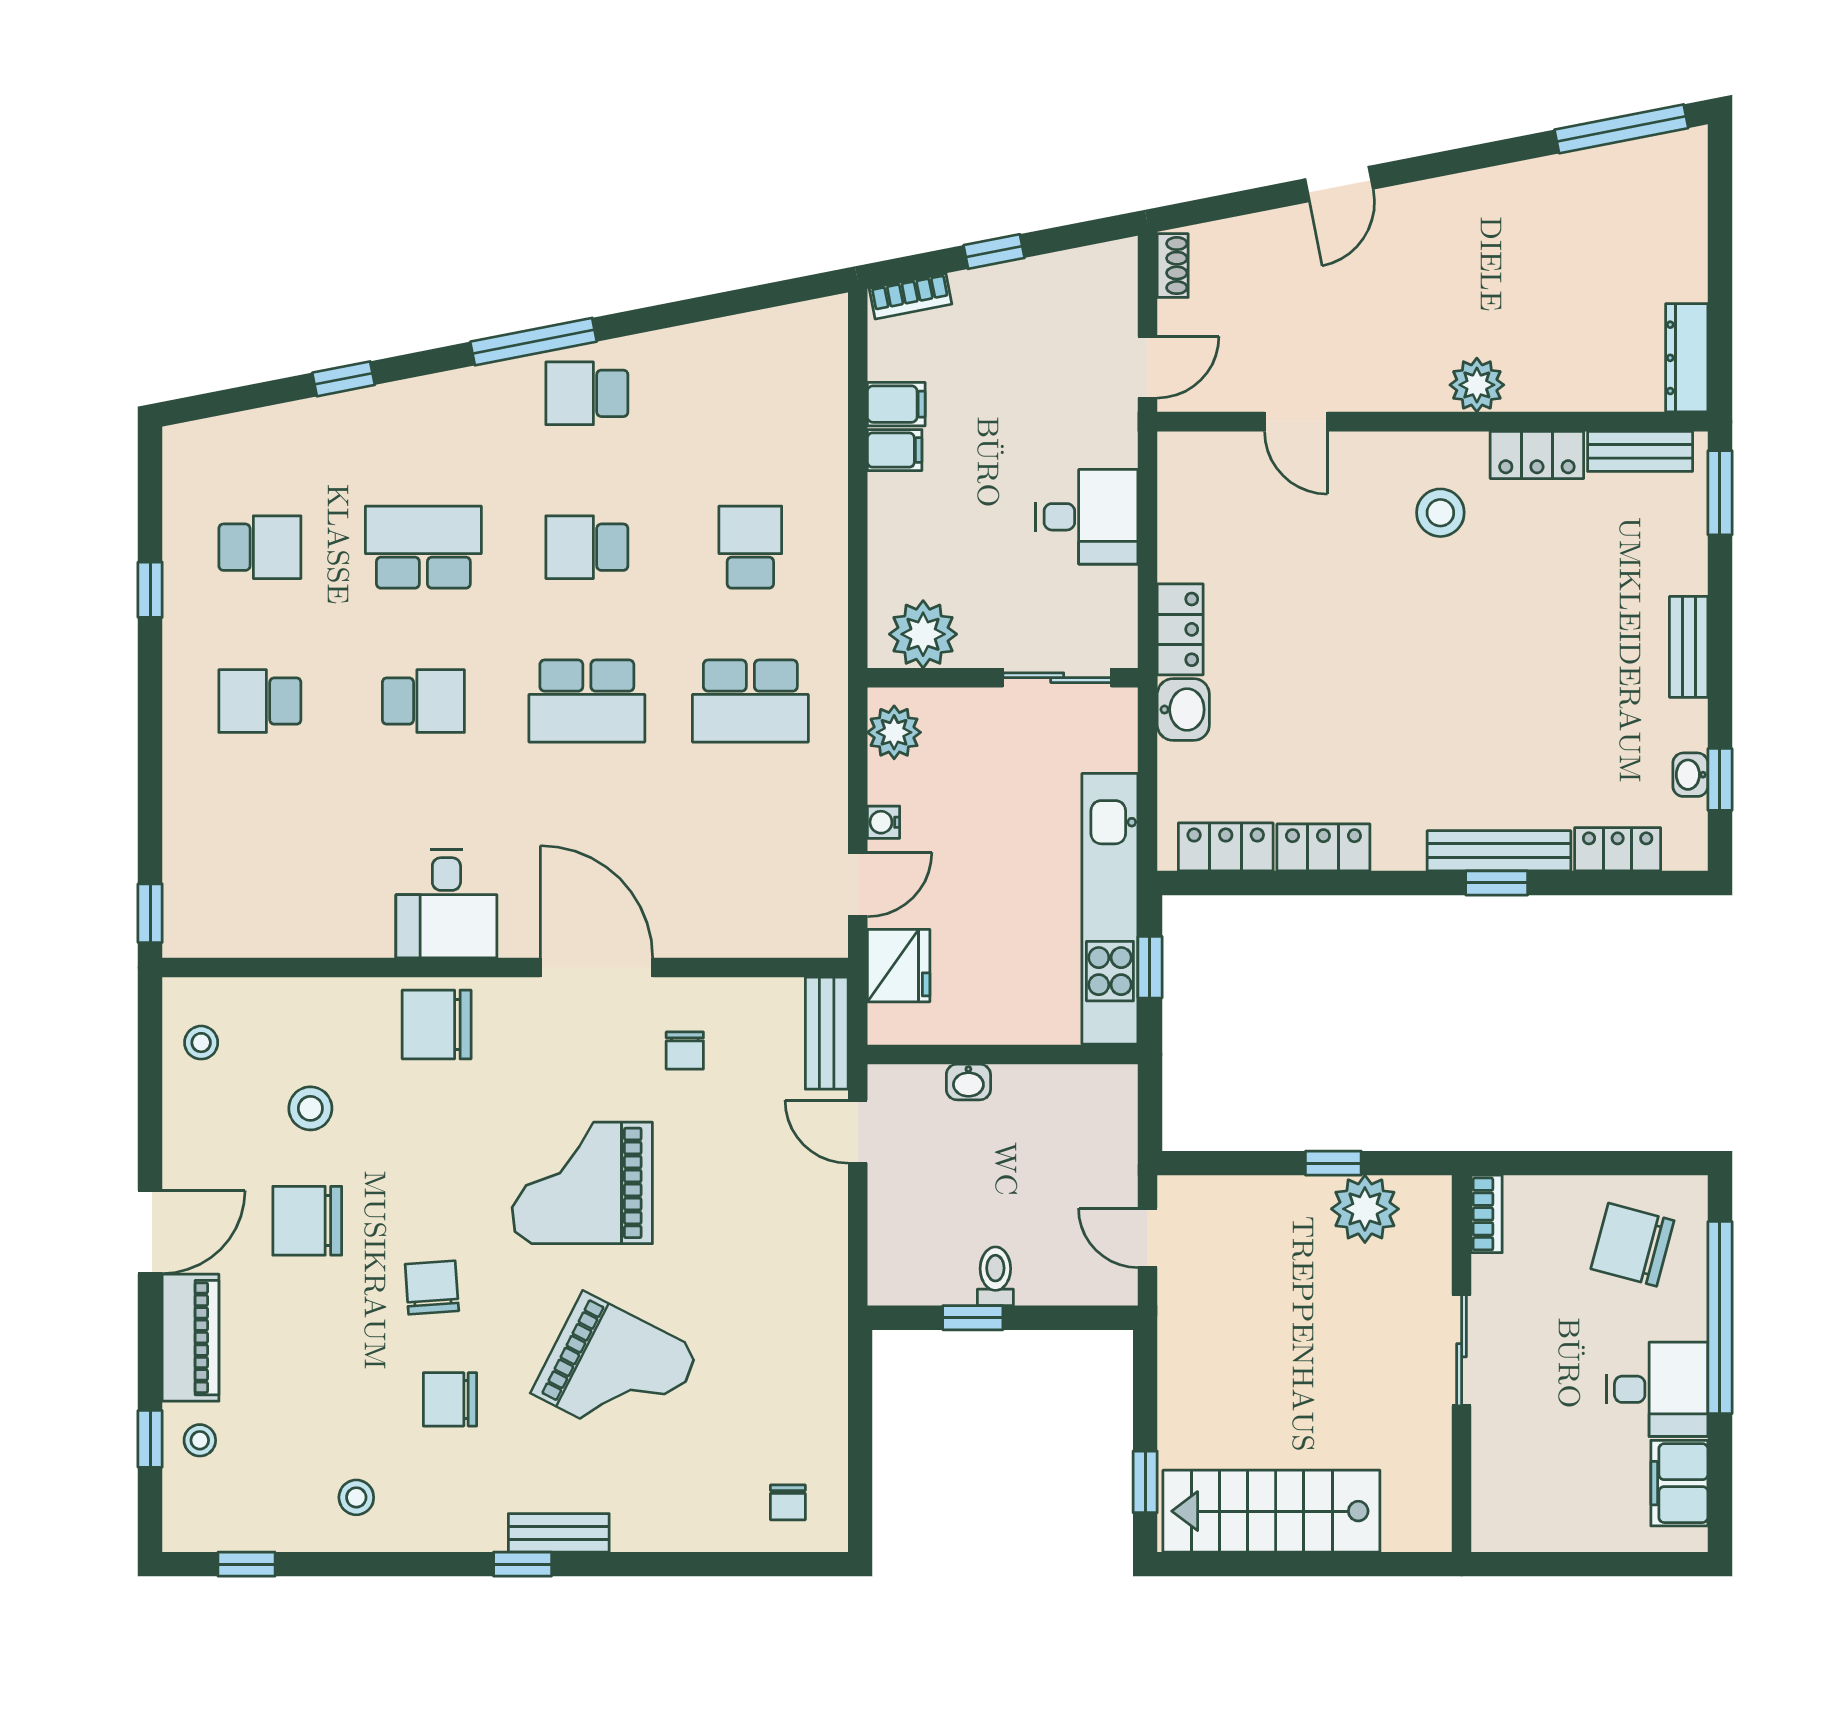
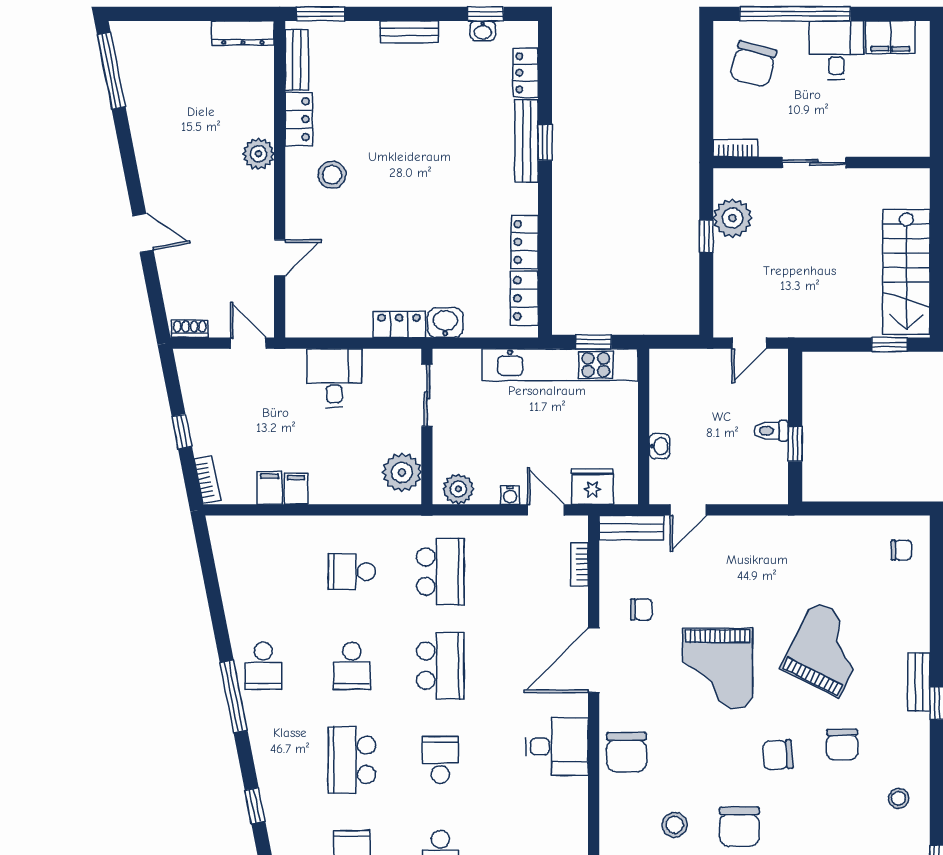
bookcase: (763, 943) -> (580, 564), added

